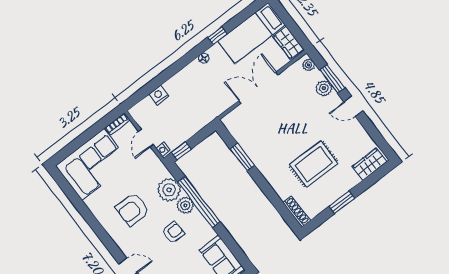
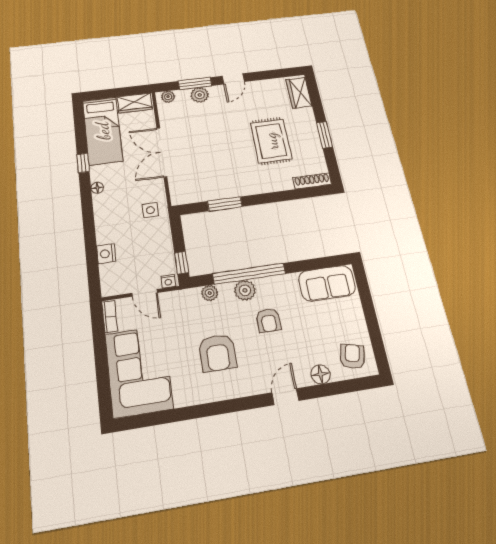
side table: (208, 106) -> (150, 210), added
plant: (169, 190) -> (210, 293), width x0.53, depth x0.53
armchair: (173, 232) -> (269, 320), turned 180

